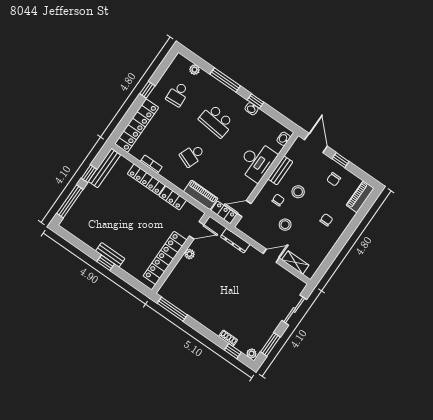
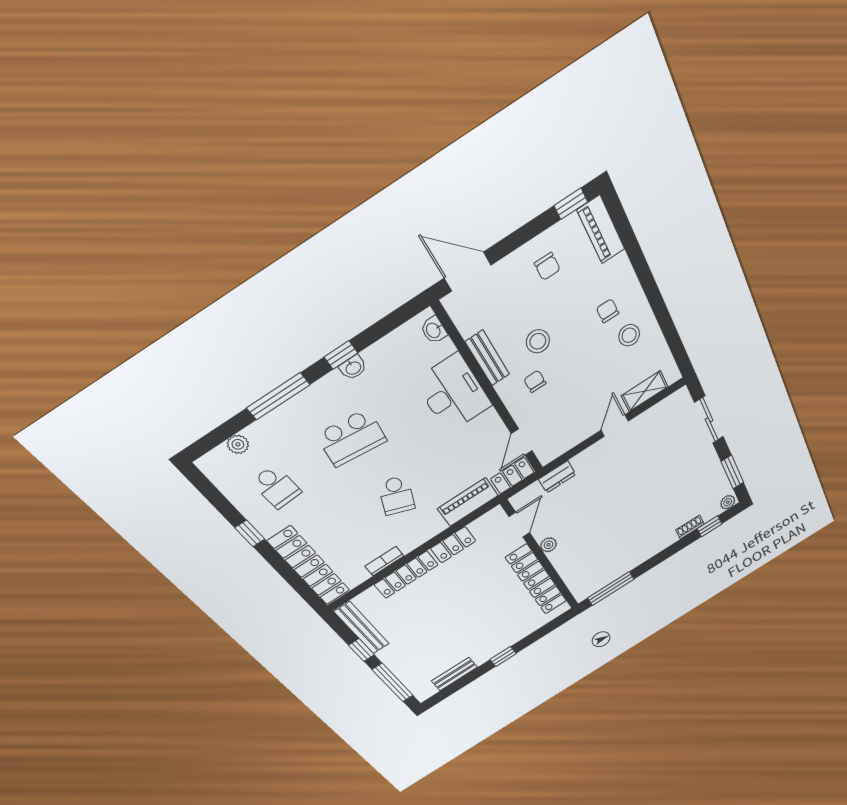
window: (340, 160) -> (571, 204), moved
stool: (285, 225) -> (629, 335), moved
dresser: (235, 241) -> (557, 477), width x0.70
bench: (110, 255) -> (454, 674), moved

